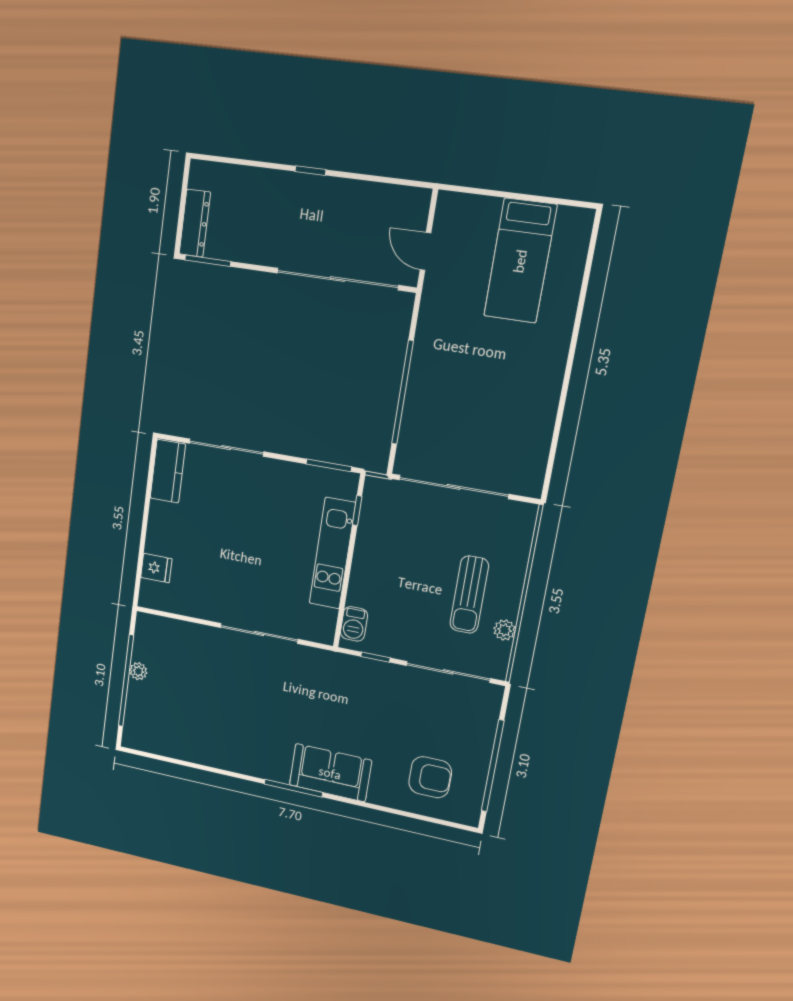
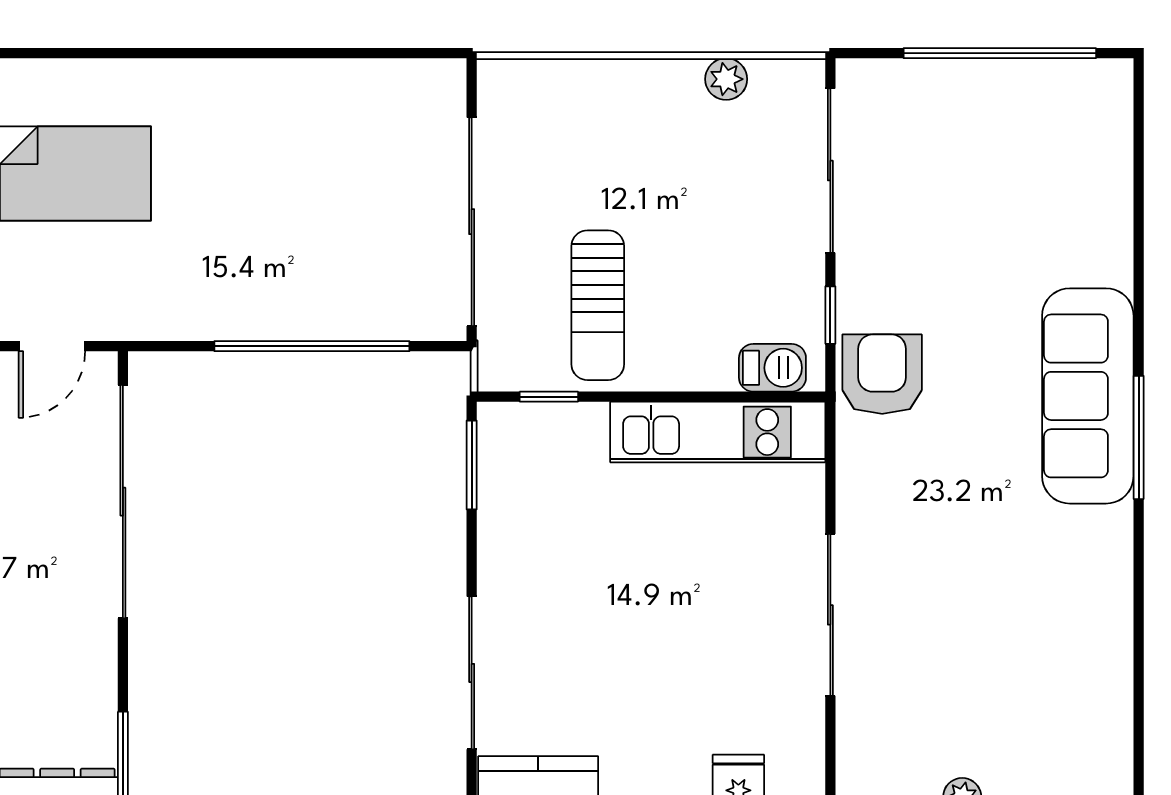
kitchen unit: (332, 553) -> (718, 432), moved
sun lounger: (469, 595) -> (598, 305), moved, turned 90
sliding door: (259, 633) -> (830, 615), moved
sofa: (330, 773) -> (1088, 396), width x1.36
armchair: (430, 777) -> (882, 374), moved

